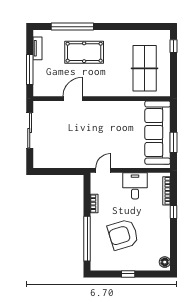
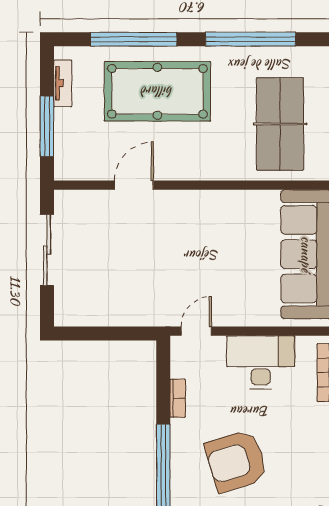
window: (130, 27) -> (251, 39), added
pool table: (84, 52) -> (157, 91), width x1.36, depth x1.32
desk: (135, 186) -> (261, 362), width x1.37

